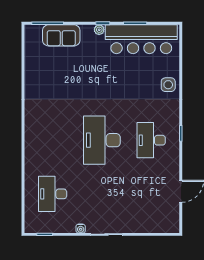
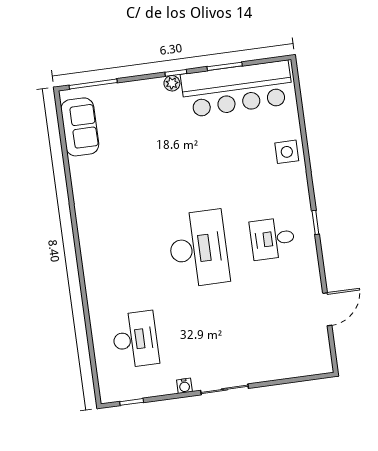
sofa: (61, 35) -> (80, 127), moved, turned -90
desk: (102, 140) -> (198, 249), turned 180
desk: (151, 140) -> (272, 239), width x0.73
desk: (53, 194) -> (135, 339), turned 180

